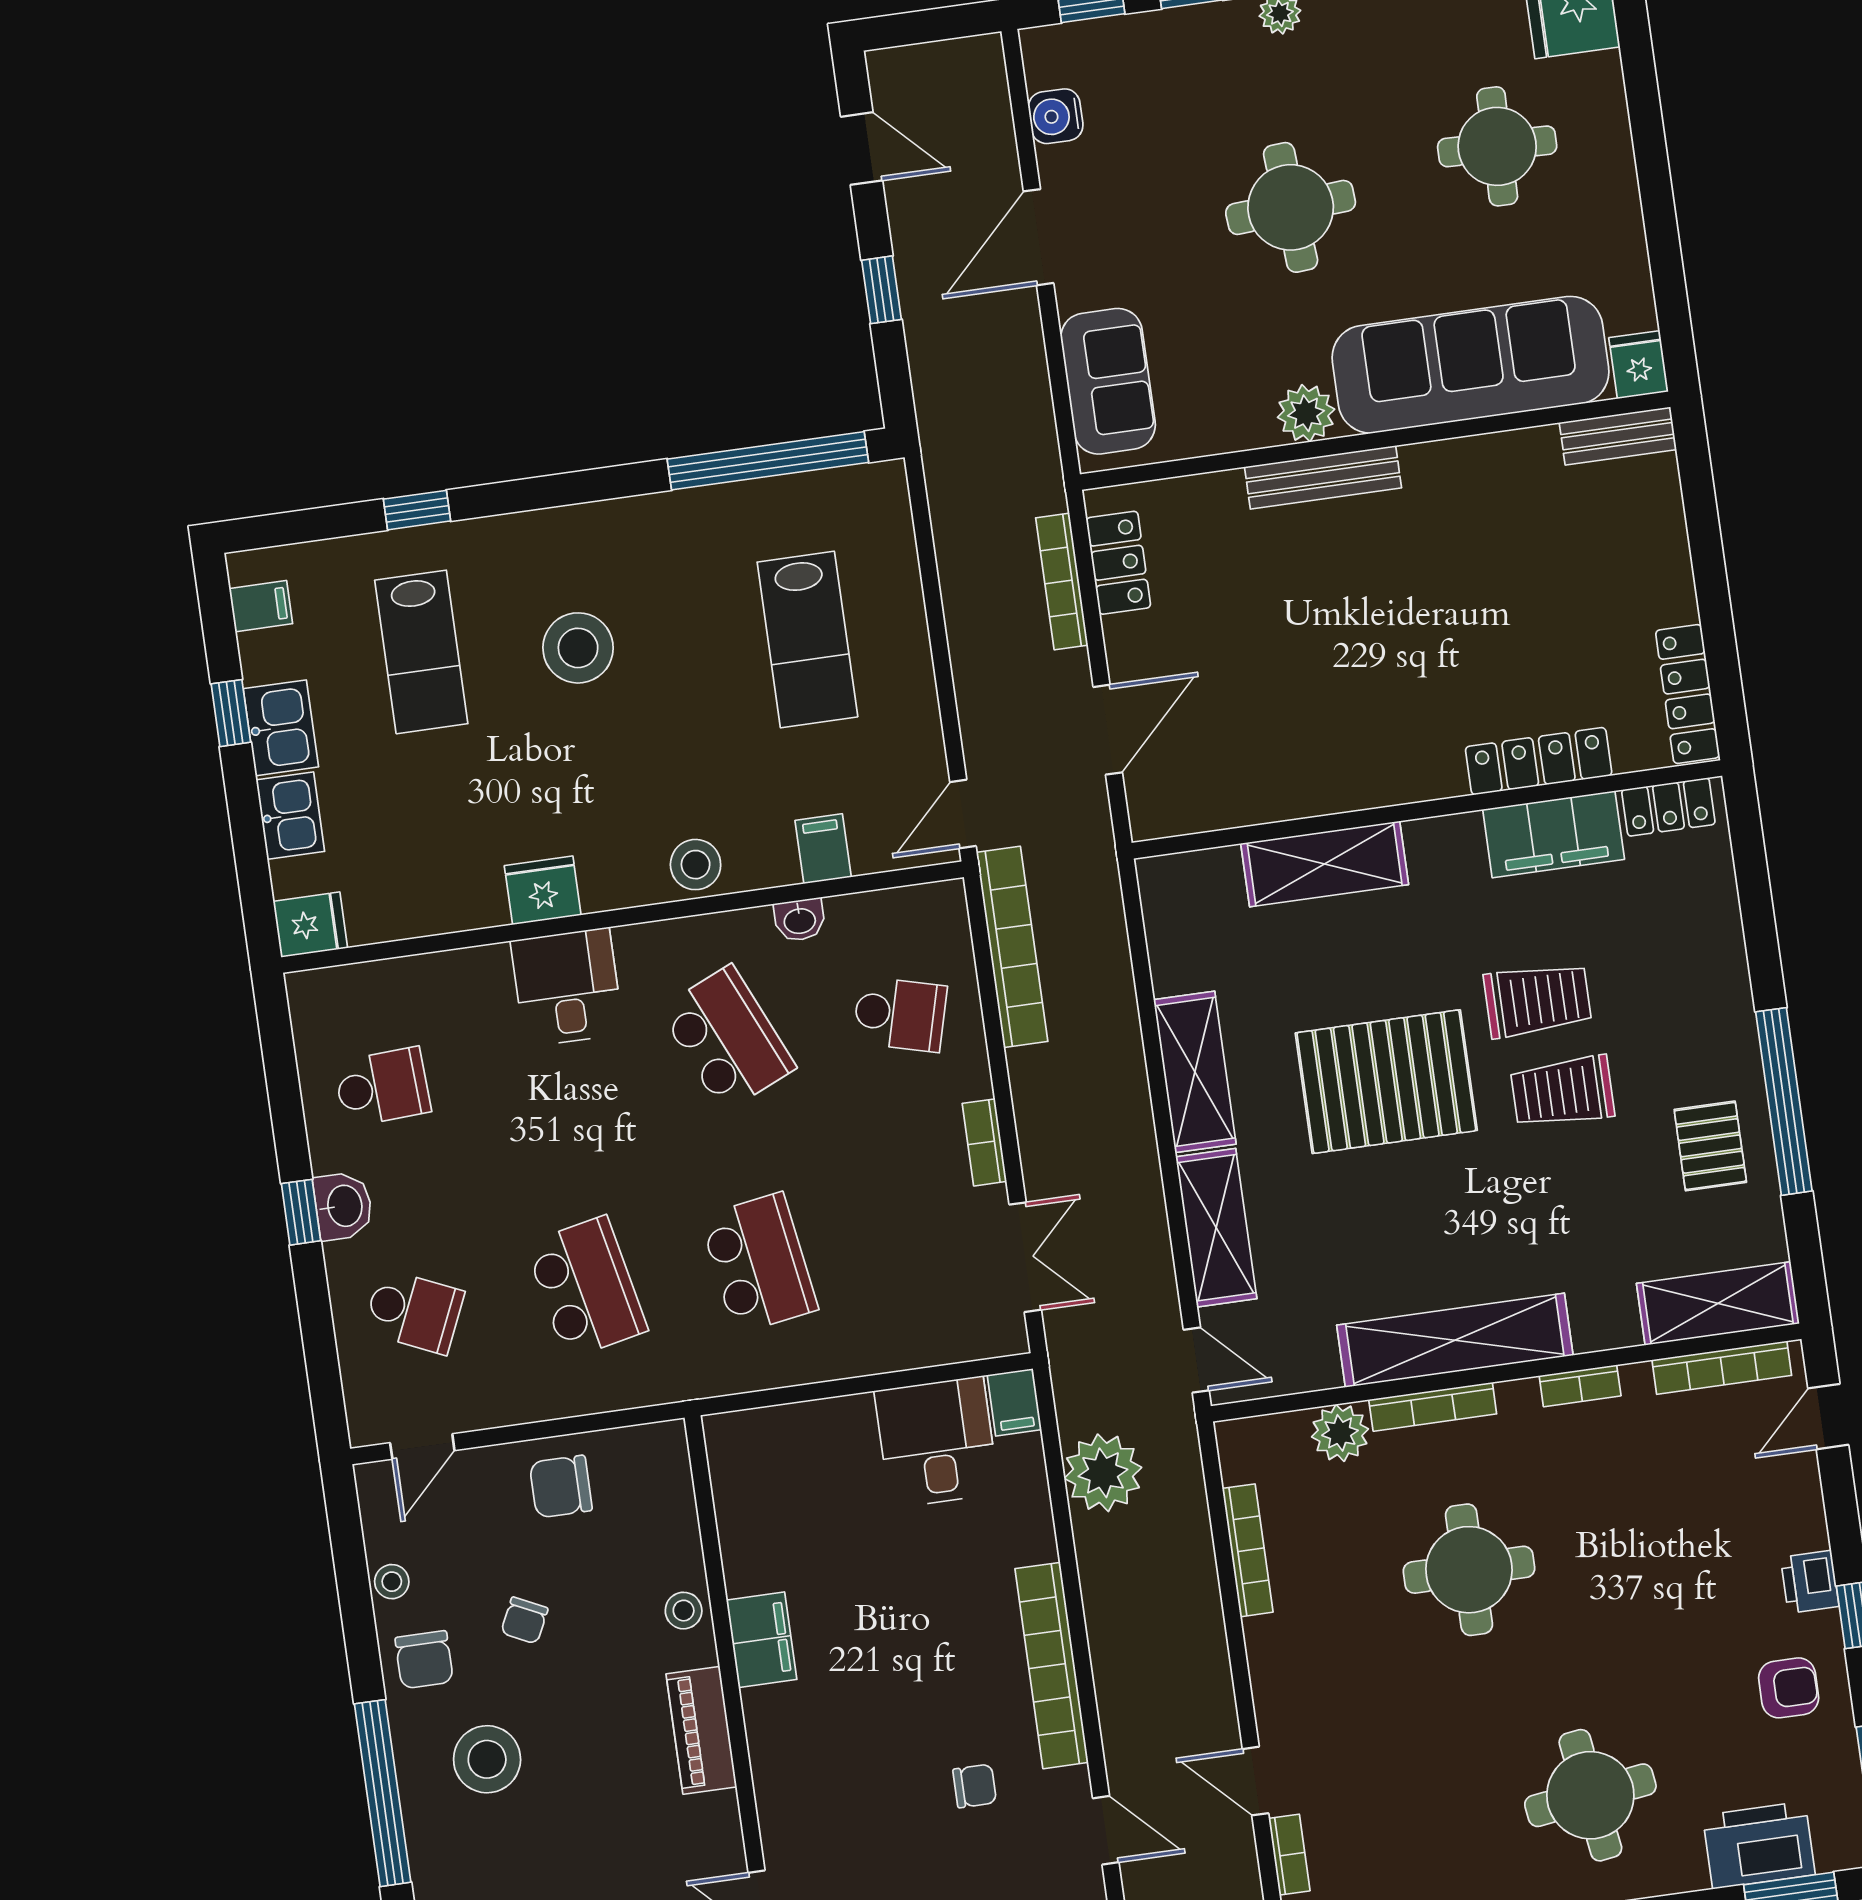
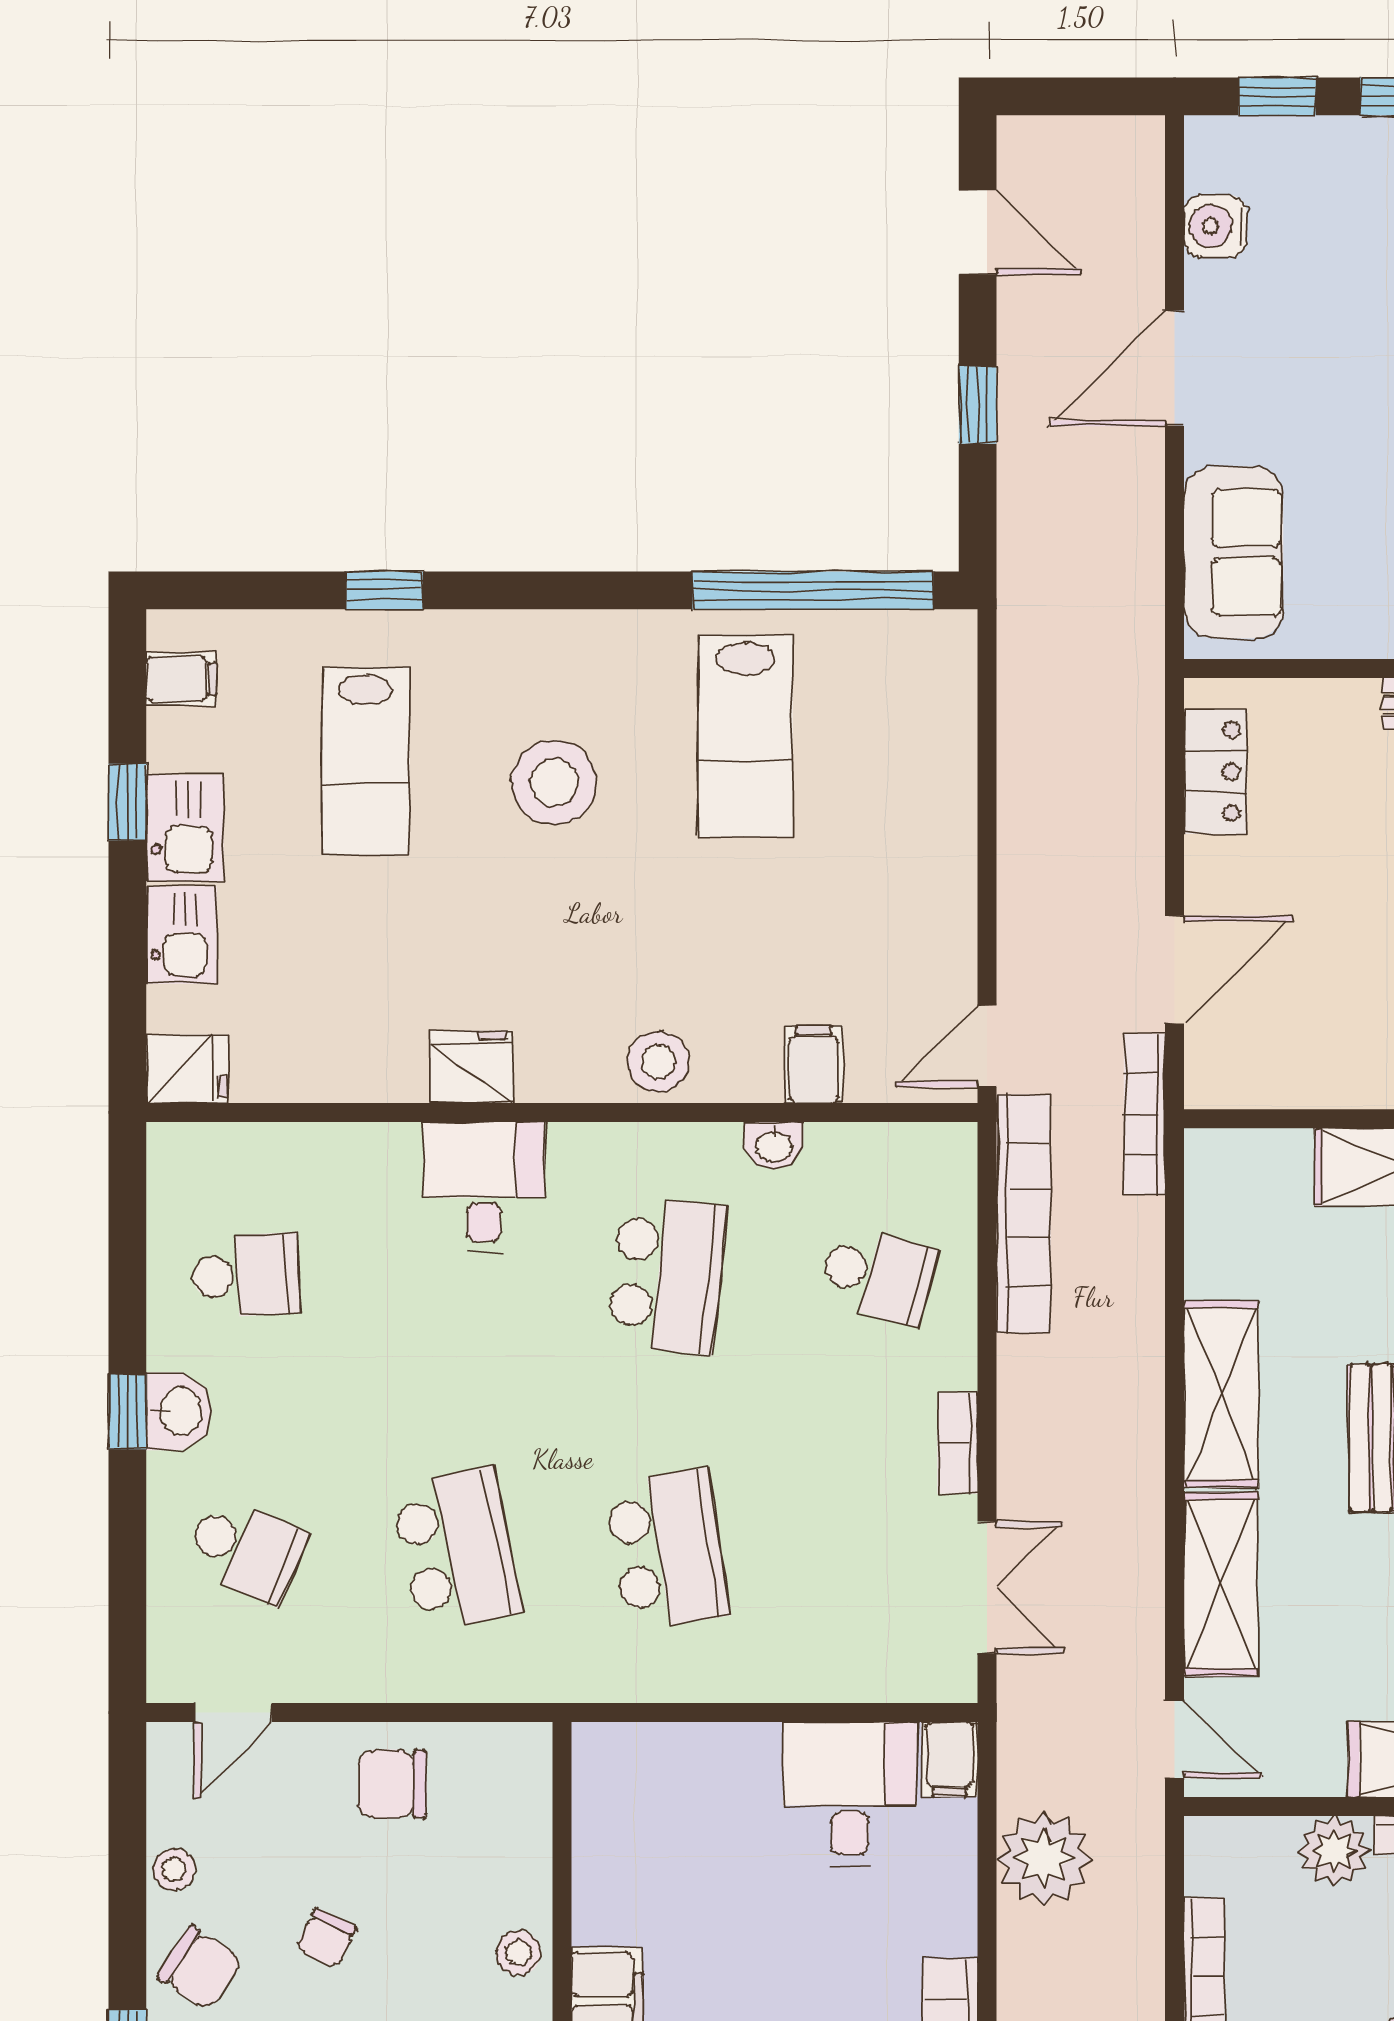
bookcase: (1062, 581) -> (1145, 1114), moved
lab bench: (807, 639) -> (745, 736), moved
school desk: (727, 1038) -> (667, 1275), turned 30
chair: (424, 1660) -> (200, 1968), turned -57

